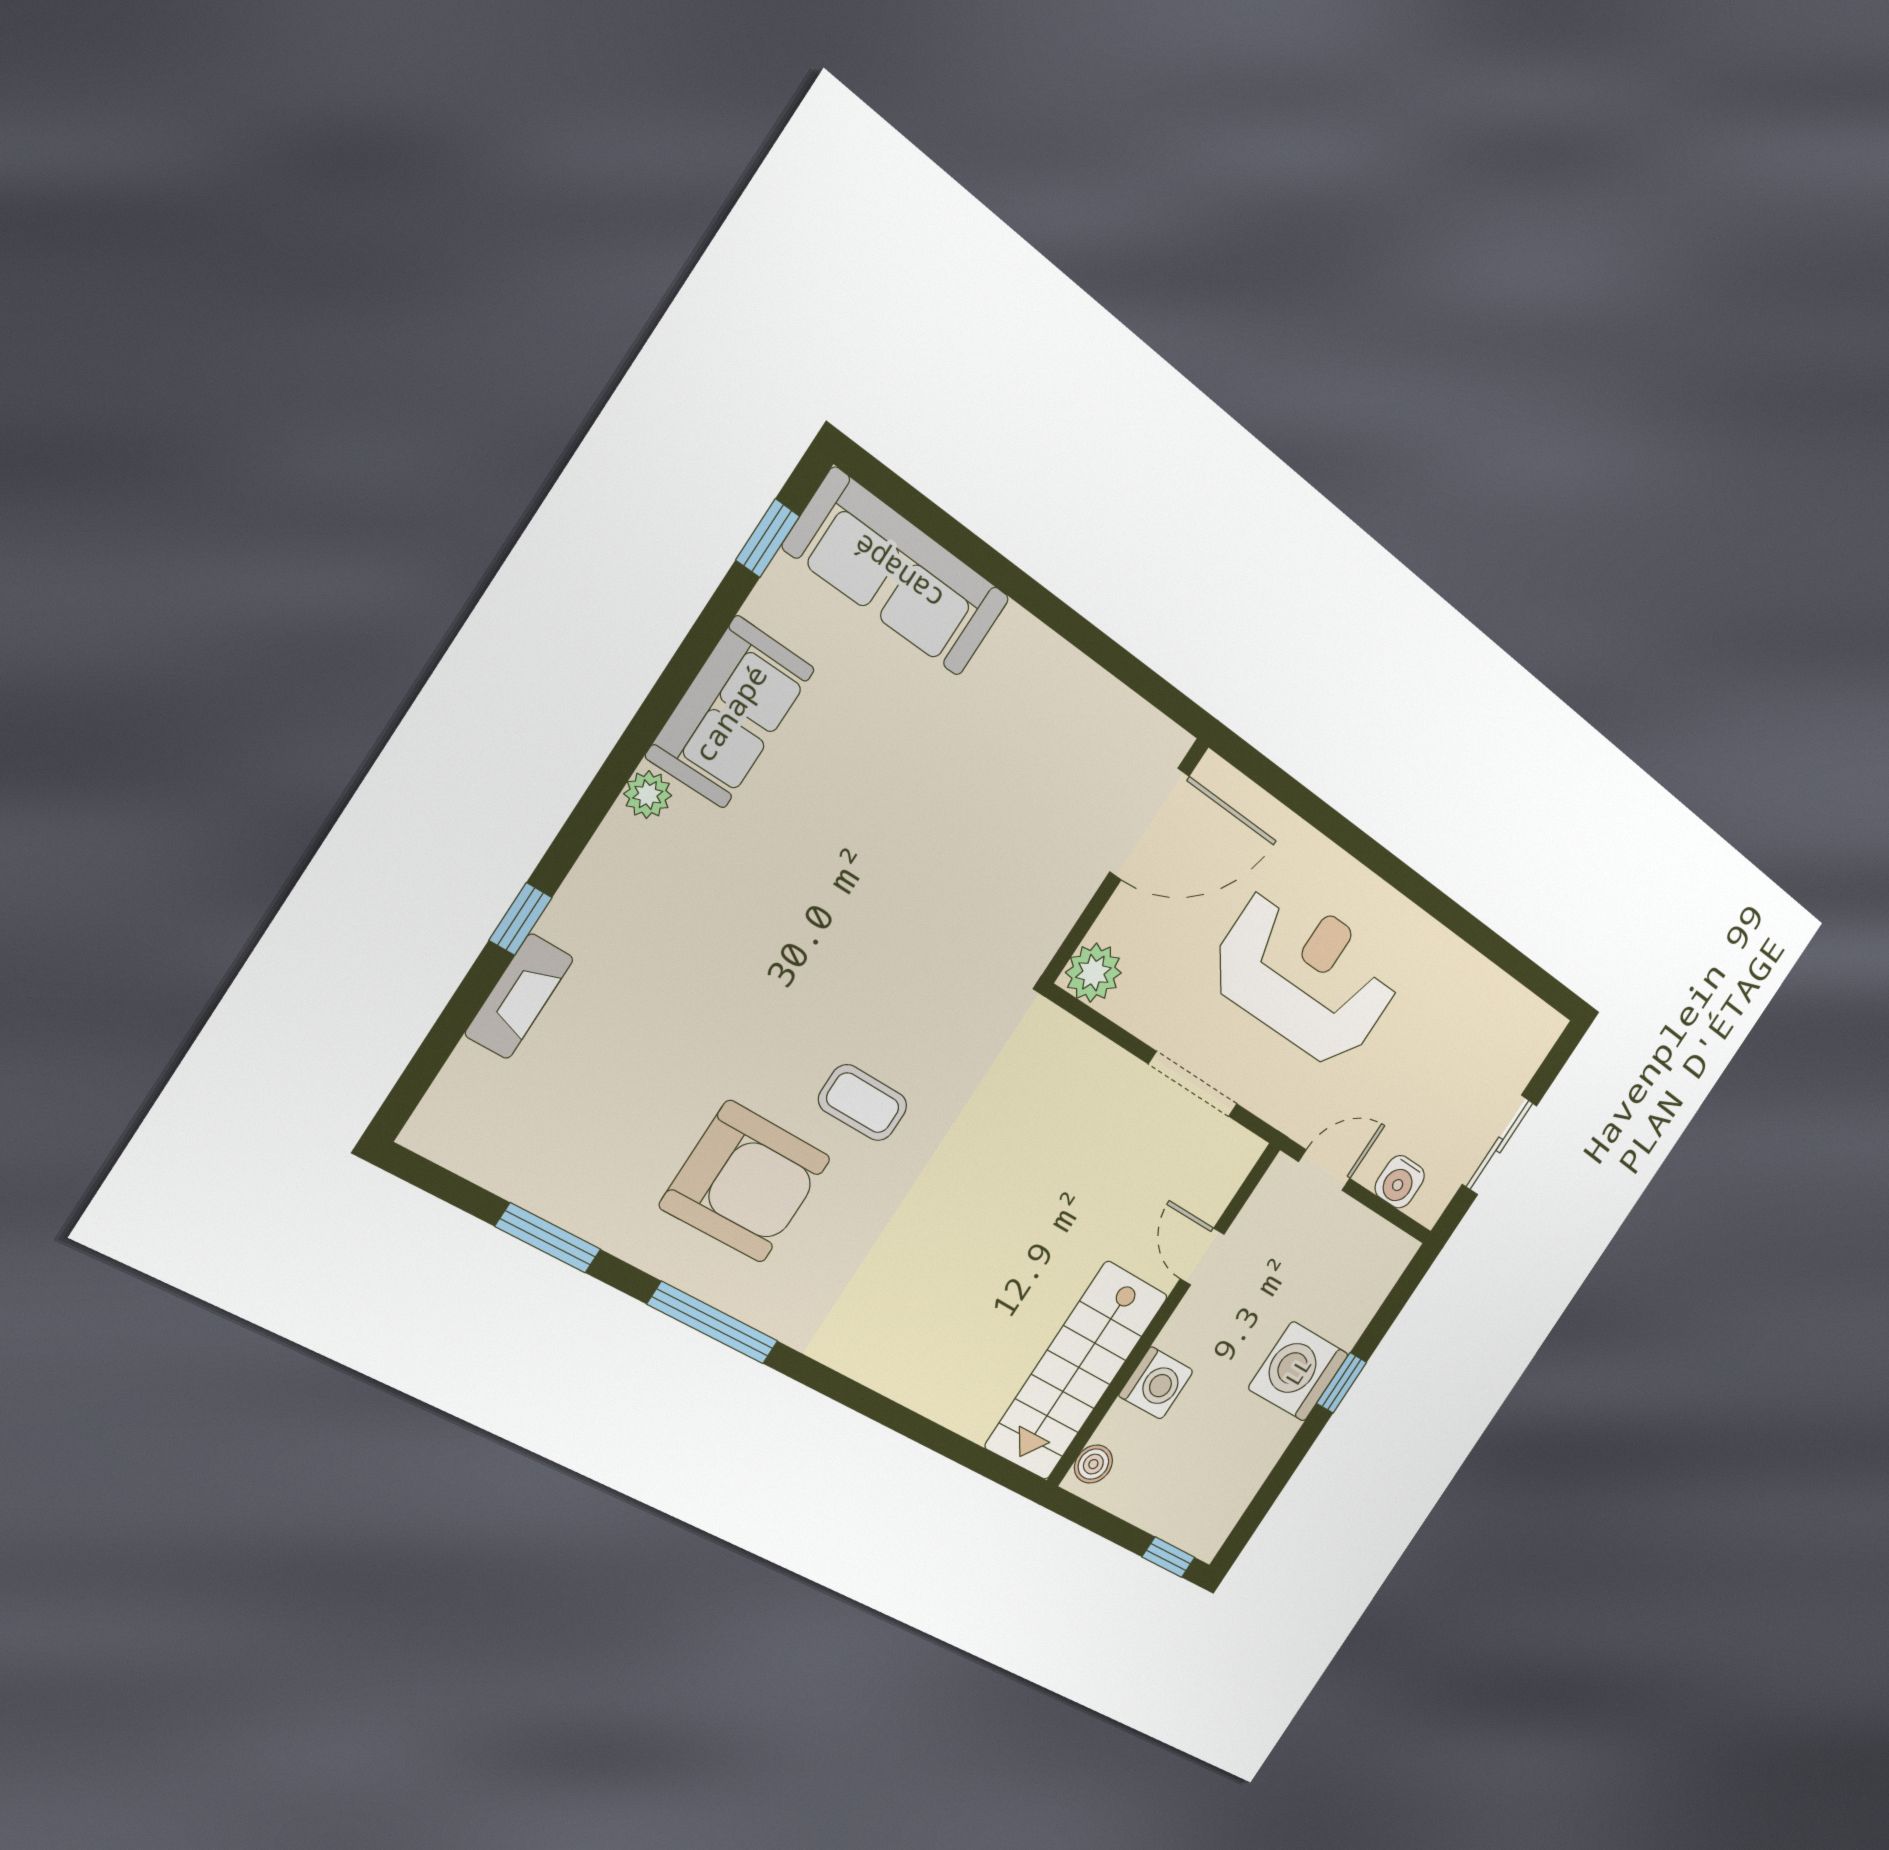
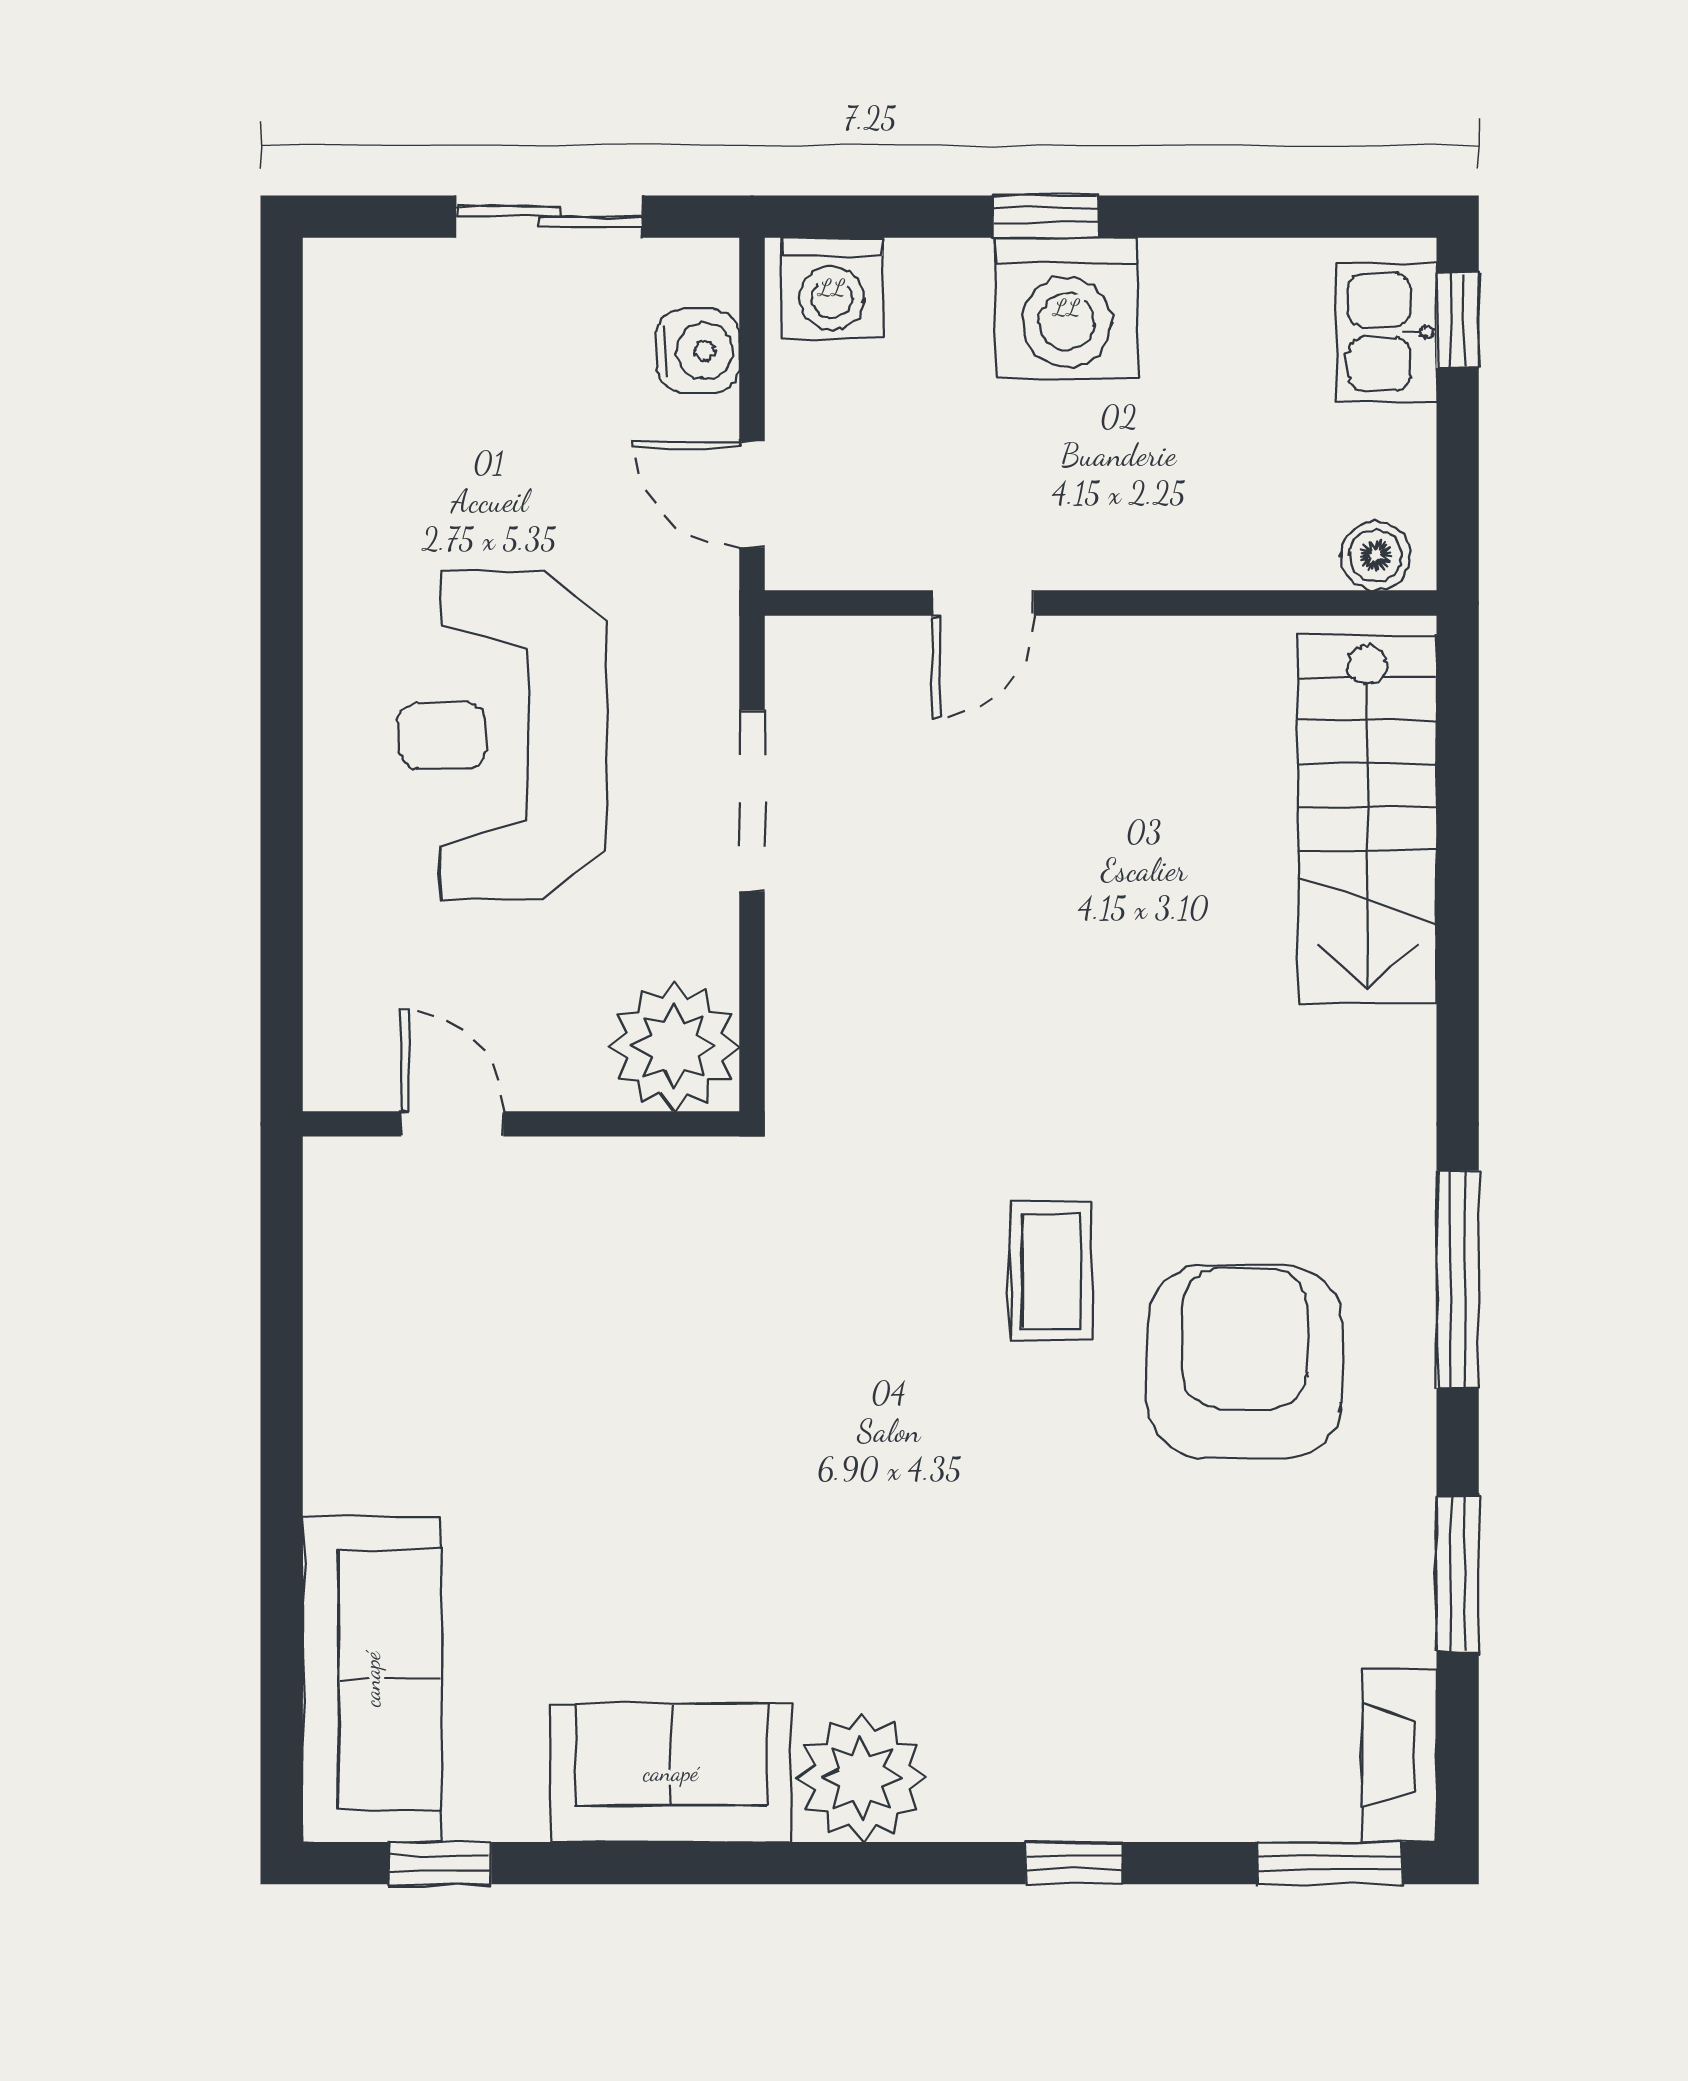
plant: (648, 795) -> (862, 1778), width x1.87, depth x1.87
door: (1149, 824) -> (452, 1124), width x0.53
plant: (1093, 973) -> (674, 1046), width x1.36, depth x1.36
fireplace: (519, 996) -> (1400, 1755), moved, turned -90
window: (422, 1071) -> (1329, 1863), added
stairs: (1076, 1371) -> (1367, 819), moved, turned 90
washing machine: (1156, 1383) -> (832, 288), moved, turned 180
kitchen sink: (1186, 1520) -> (1386, 332), added

